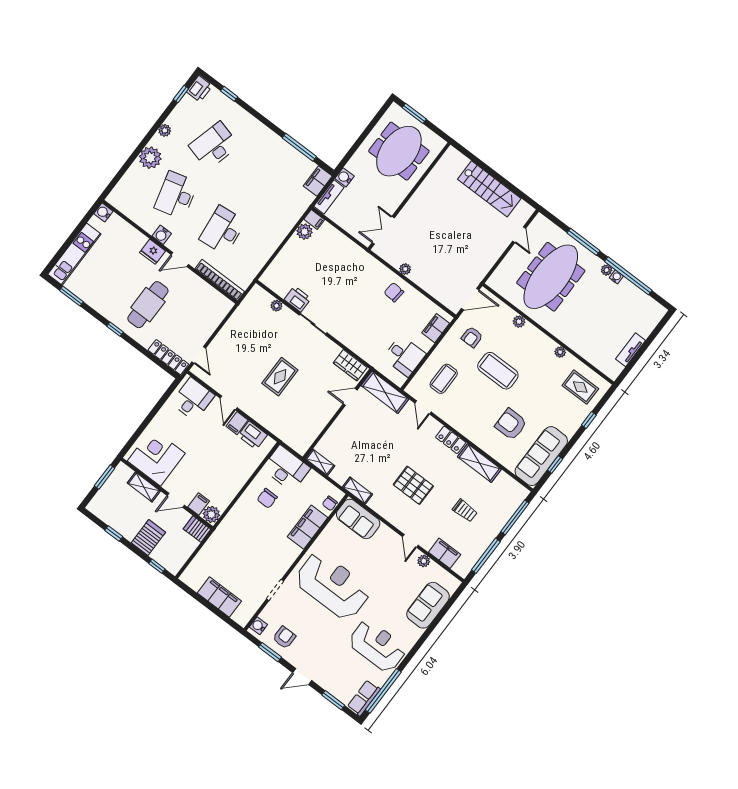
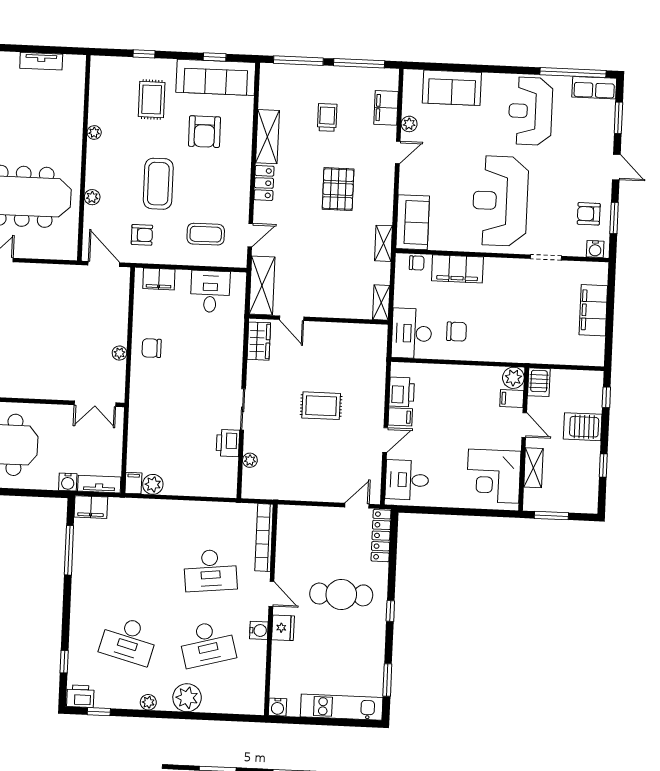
chair: (394, 292) -> (152, 348), turned 85
rug: (580, 387) -> (152, 100), moved

